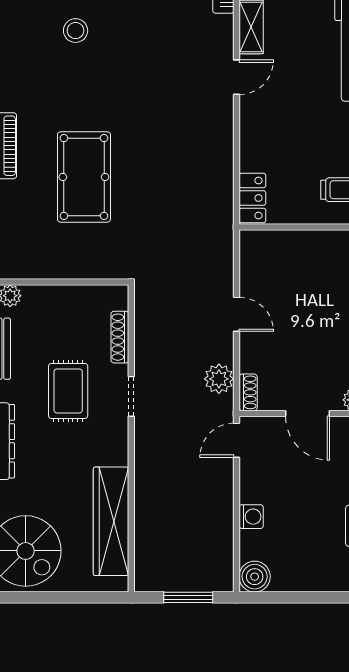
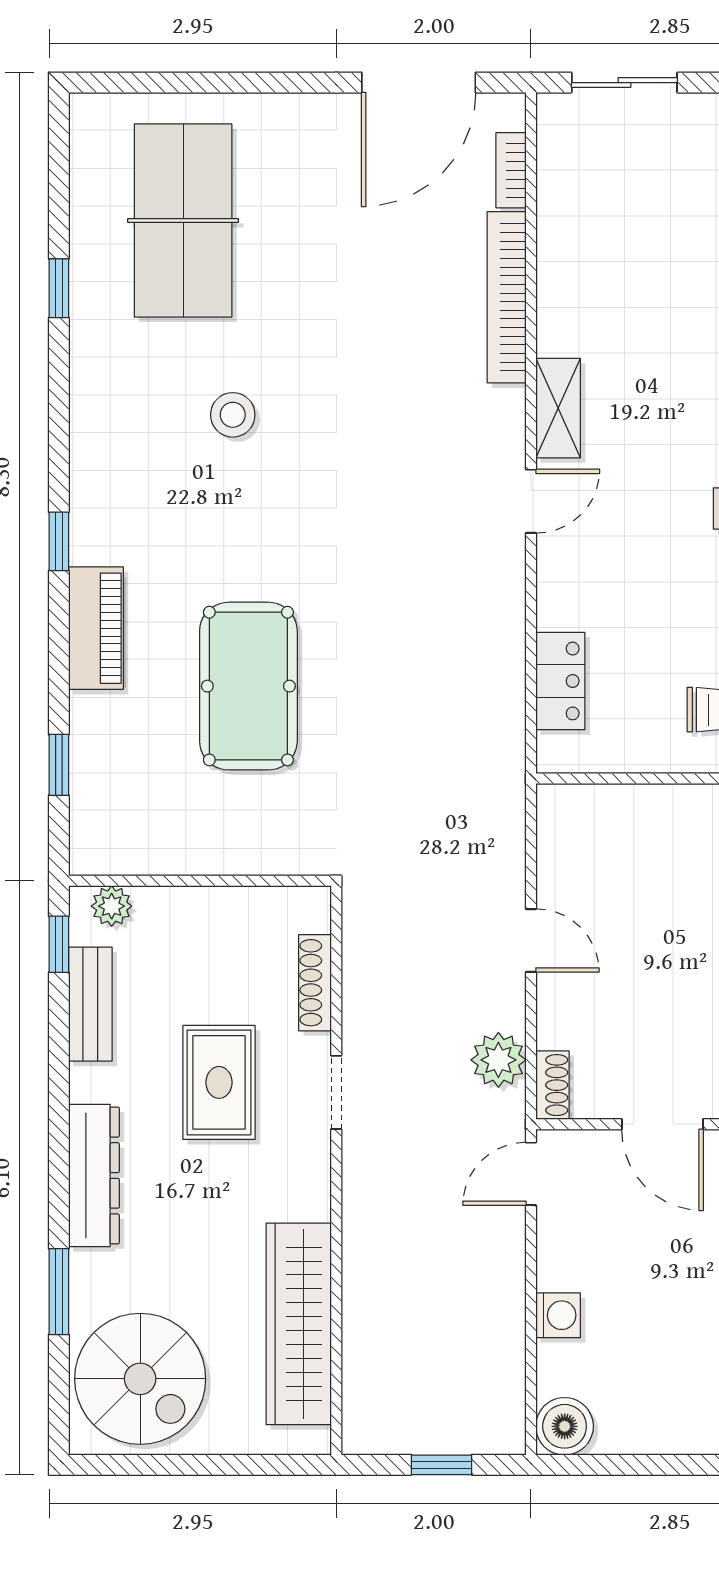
locker: (252, 198) -> (560, 681), moved
window: (188, 597) -> (442, 1465), width x0.67

